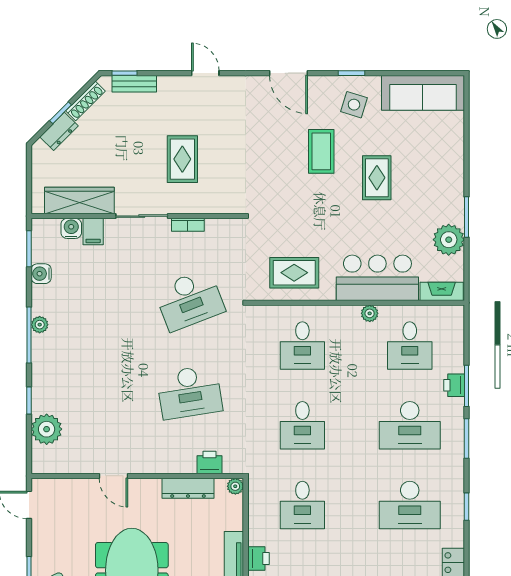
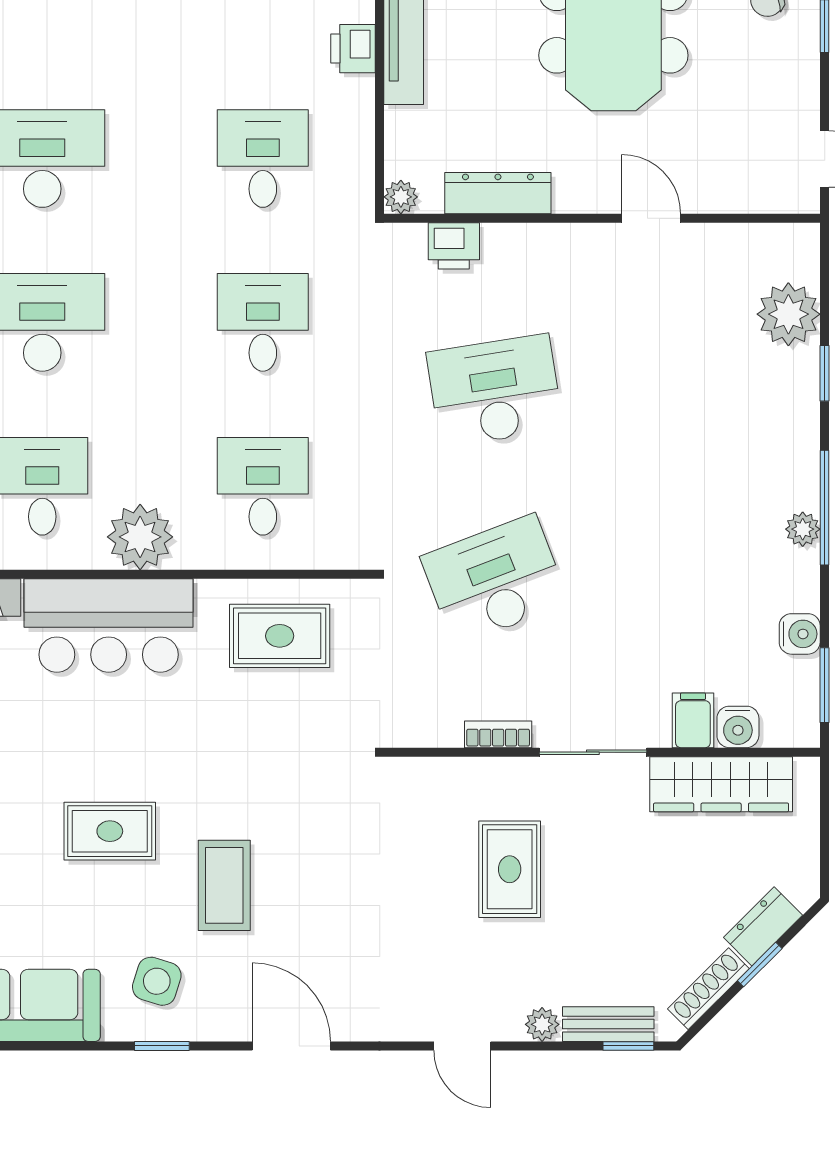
plant: (167, 84) -> (542, 1024), added
rug: (377, 178) -> (110, 831), turned 90
plant: (370, 313) -> (140, 537), width x1.88, depth x1.88

